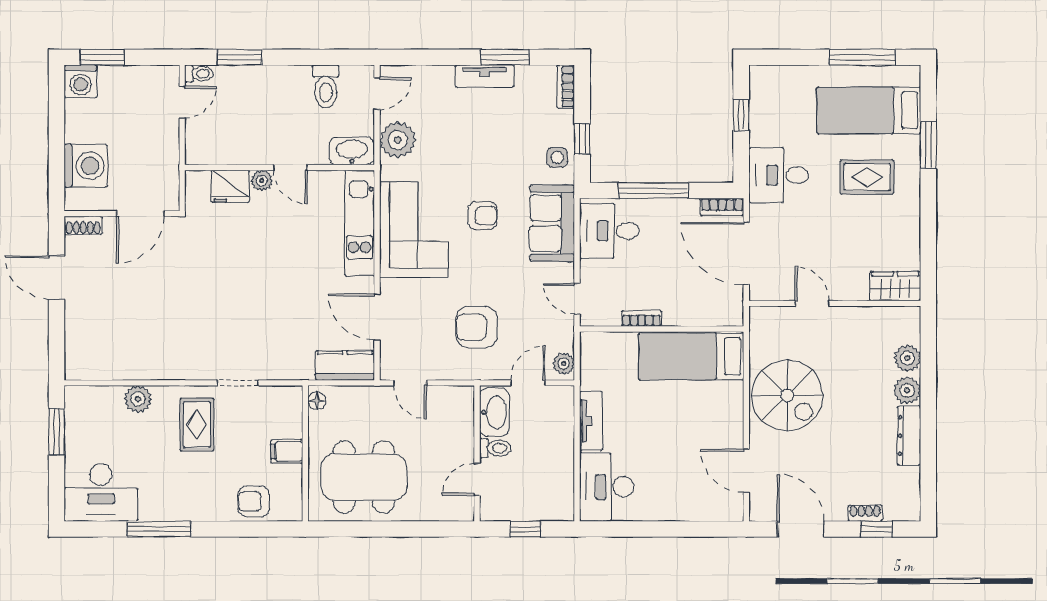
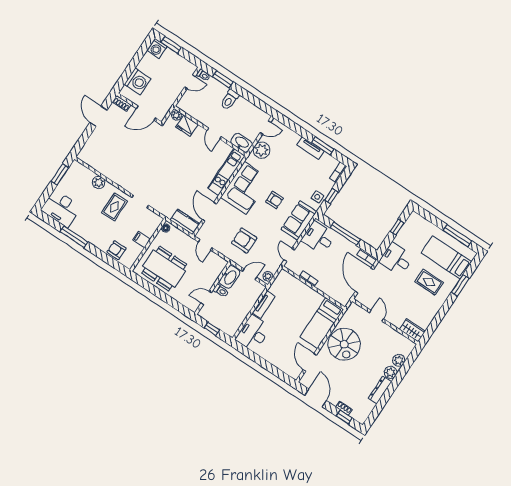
toilet: (326, 86) -> (230, 100), moved
plant: (262, 181) -> (176, 115), moved
bed: (691, 356) -> (322, 323), moved, turned -90

